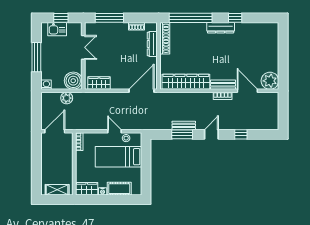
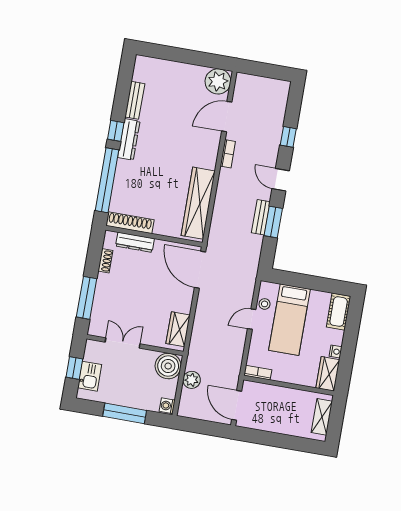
window: (235, 18) -> (116, 131), moved
bench: (223, 85) -> (135, 100), moved
cot: (119, 189) -> (339, 312), moved

